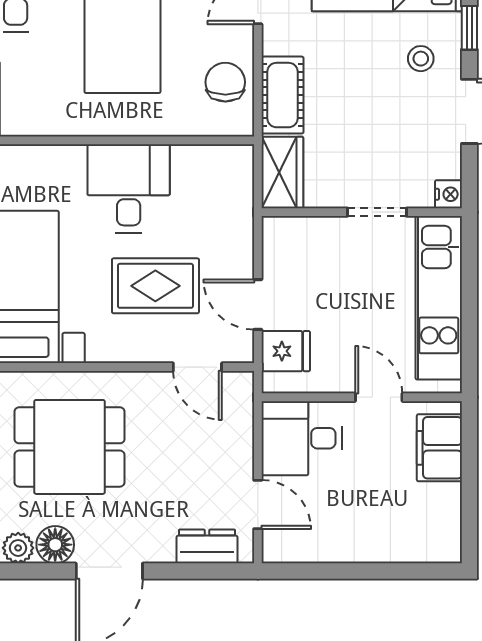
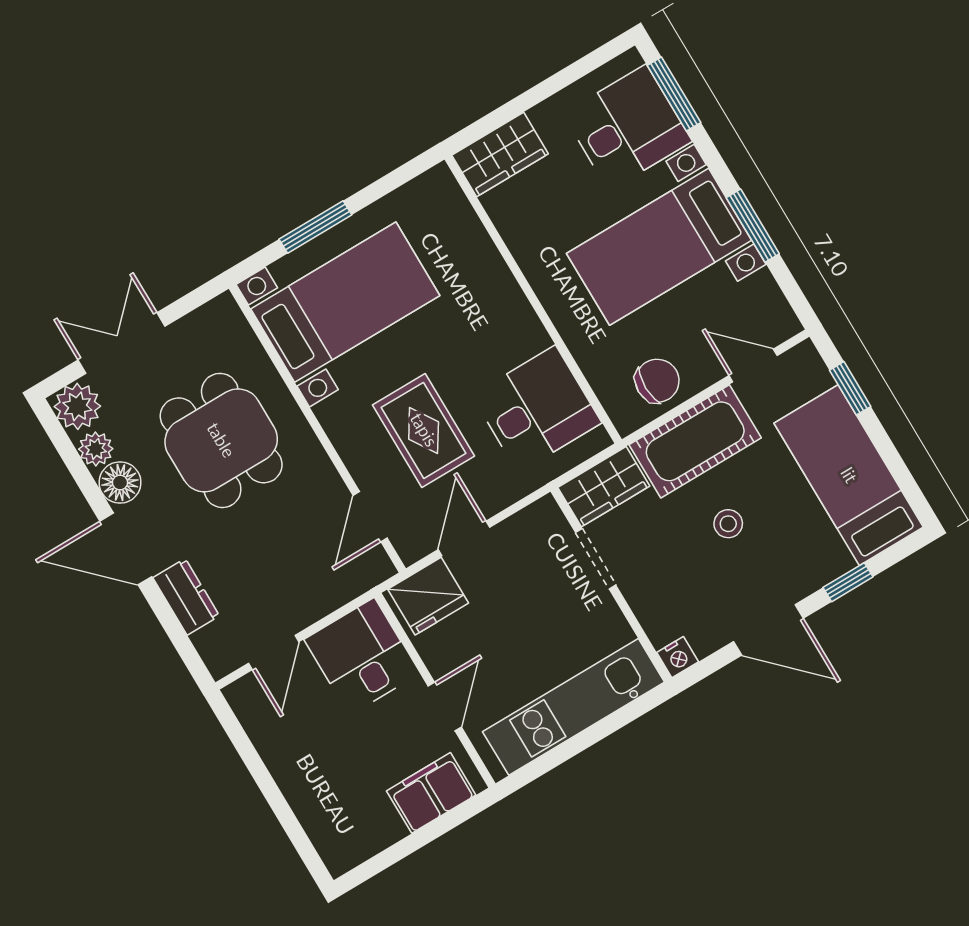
stool: (421, 59) -> (728, 524), moved
cot: (283, 95) -> (695, 441), width x1.37, depth x1.34
desk: (129, 188) -> (537, 409), moved
doorway: (377, 212) -> (596, 559), moved
fridge: (286, 351) -> (428, 596), width x1.38
dresser: (207, 546) -> (186, 597), moved

